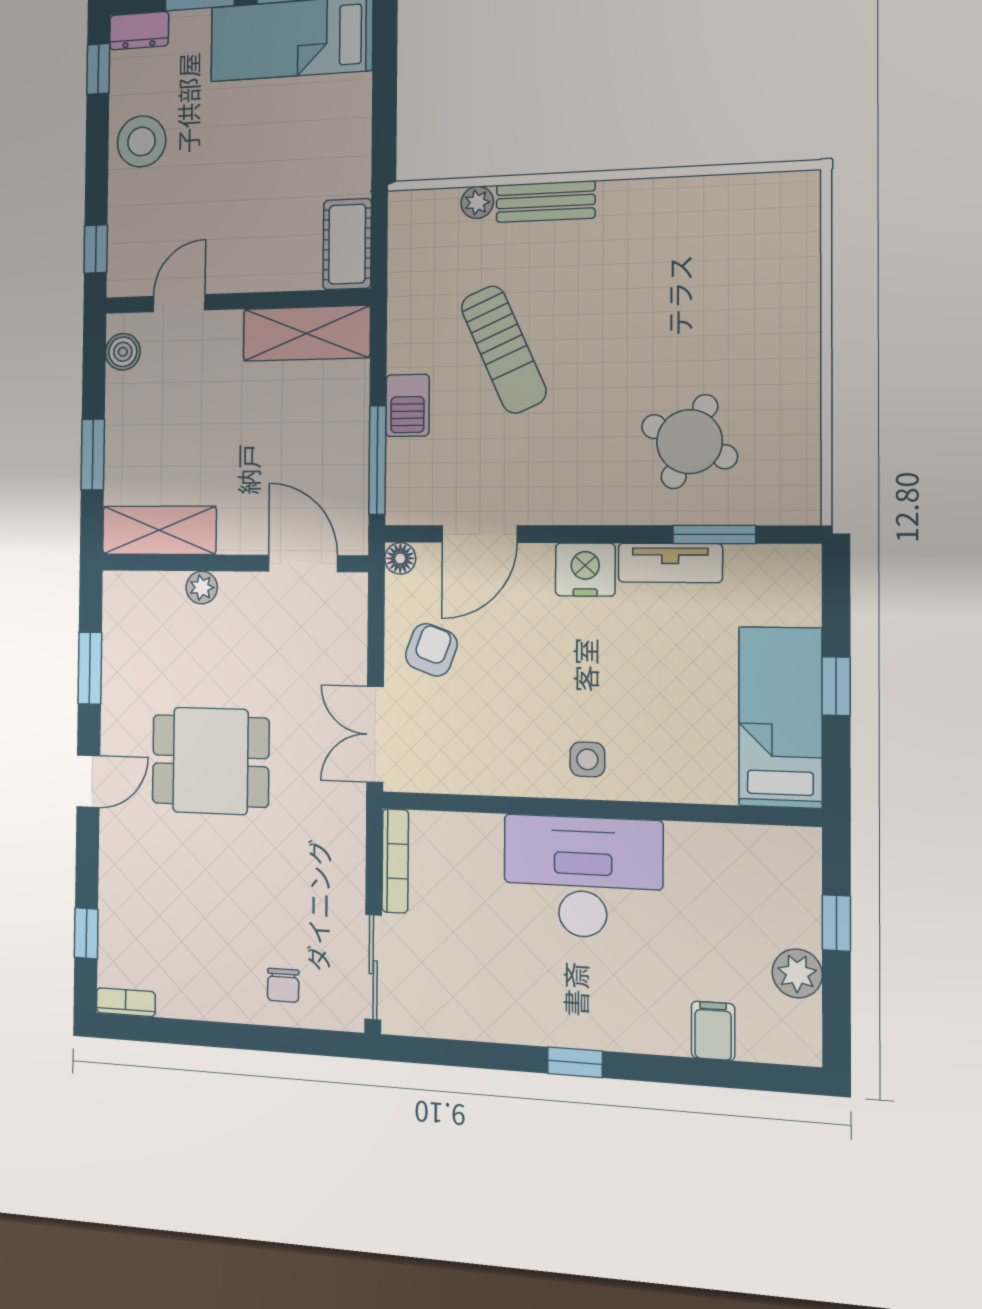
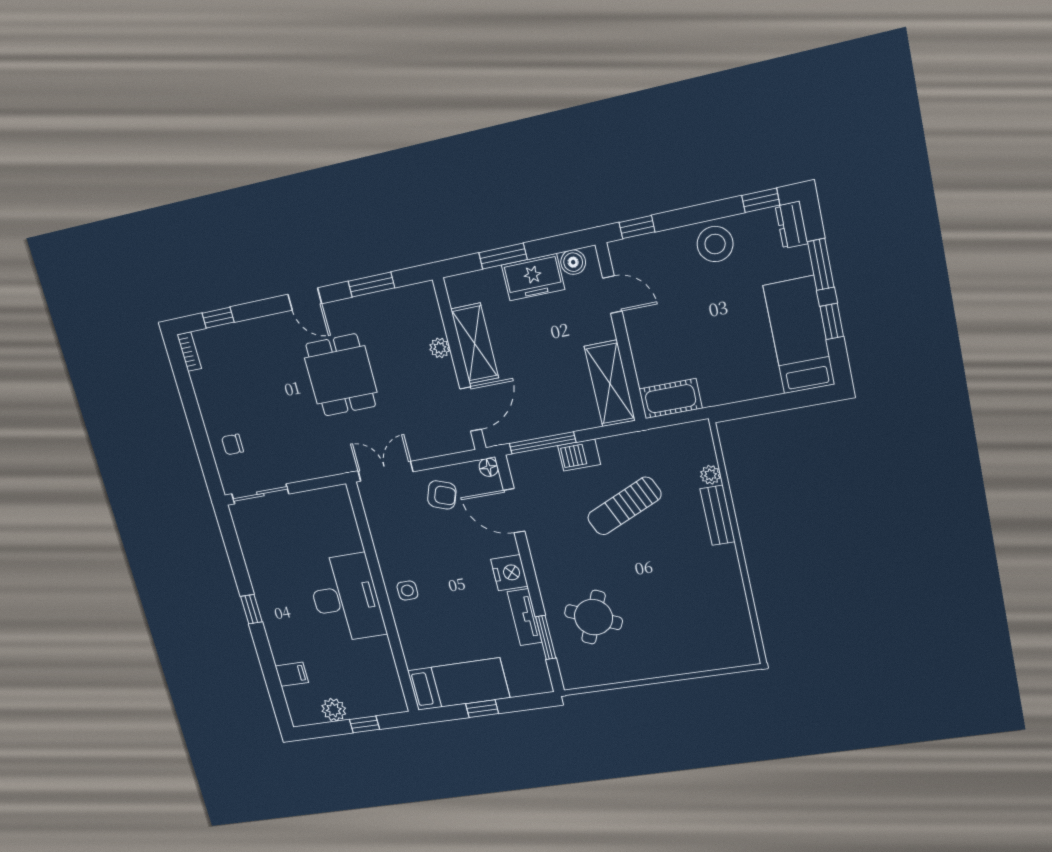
freezer: (131, 416) -> (533, 277), added
shelving: (159, 530) -> (475, 343), moved
bookcase: (395, 861) -> (321, 496), removed

